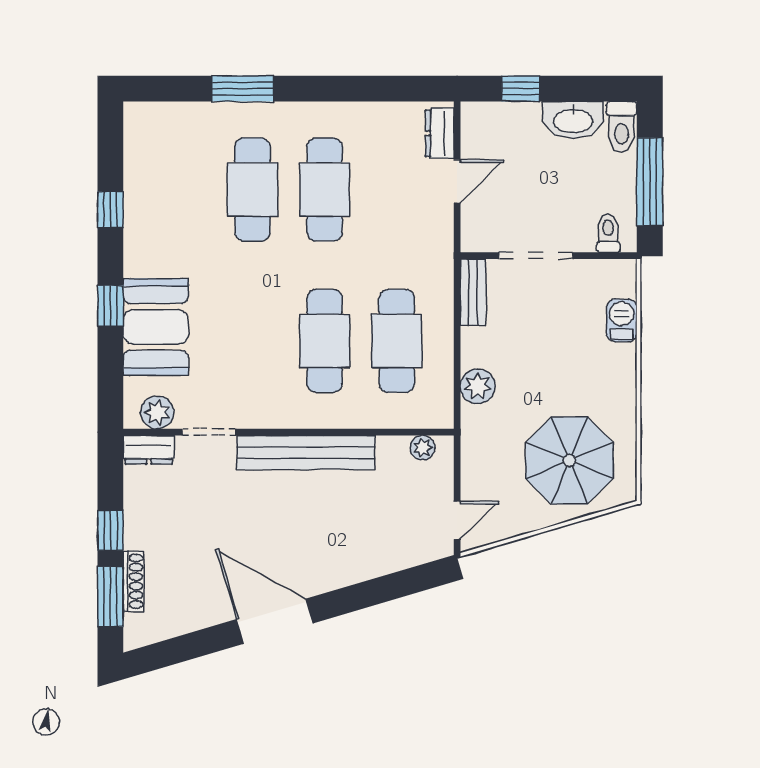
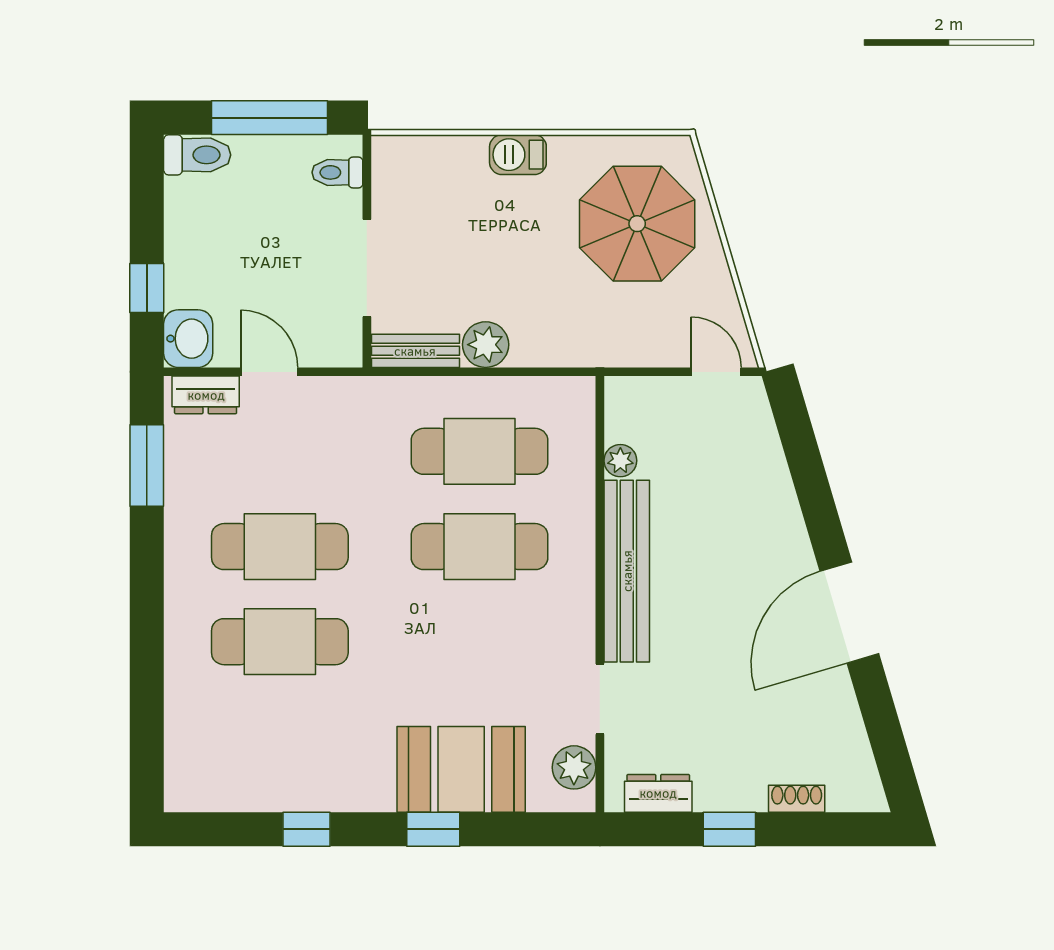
window: (243, 89) -> (147, 466), moved
washbasin: (573, 120) -> (188, 339), moved, width x0.72
barbecue: (622, 321) -> (518, 155), moved
plant: (478, 386) -> (486, 345), moved
plant: (423, 448) -> (620, 461), moved
dresser: (149, 450) -> (658, 793), moved, turned -90
shoe rack: (134, 581) -> (797, 799), width x0.70
window: (110, 597) -> (817, 829), removed

